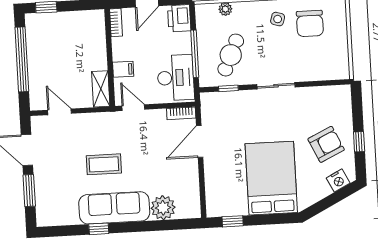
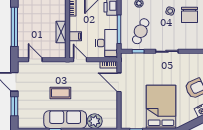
shelving: (101, 89) -> (61, 32), moved
door: (200, 142) -> (119, 82), hinge flipped

